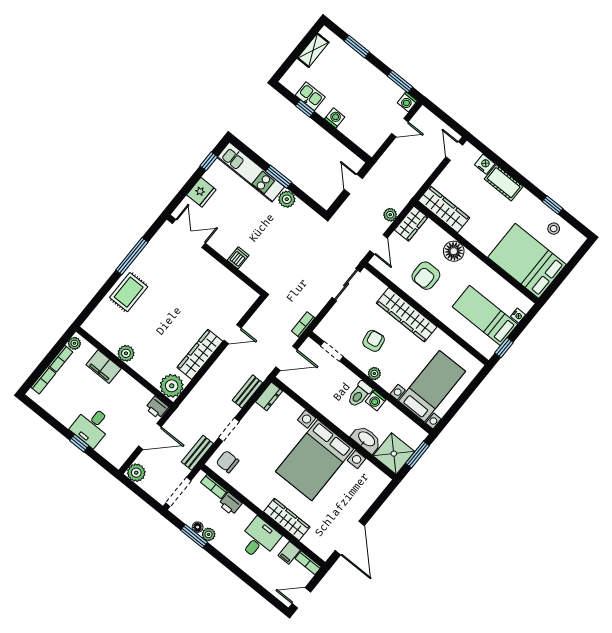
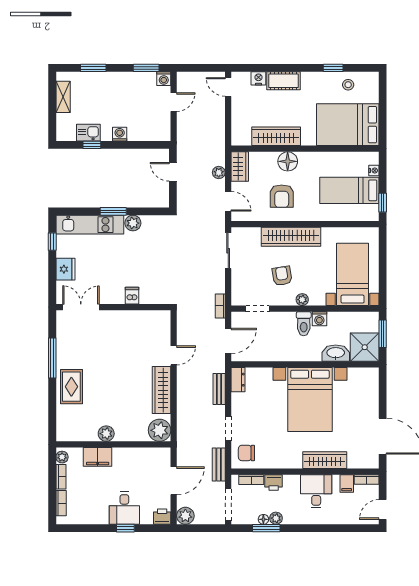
wardrobe: (444, 209) -> (276, 136), moved
printer: (157, 408) -> (162, 517), moved, turned 180

